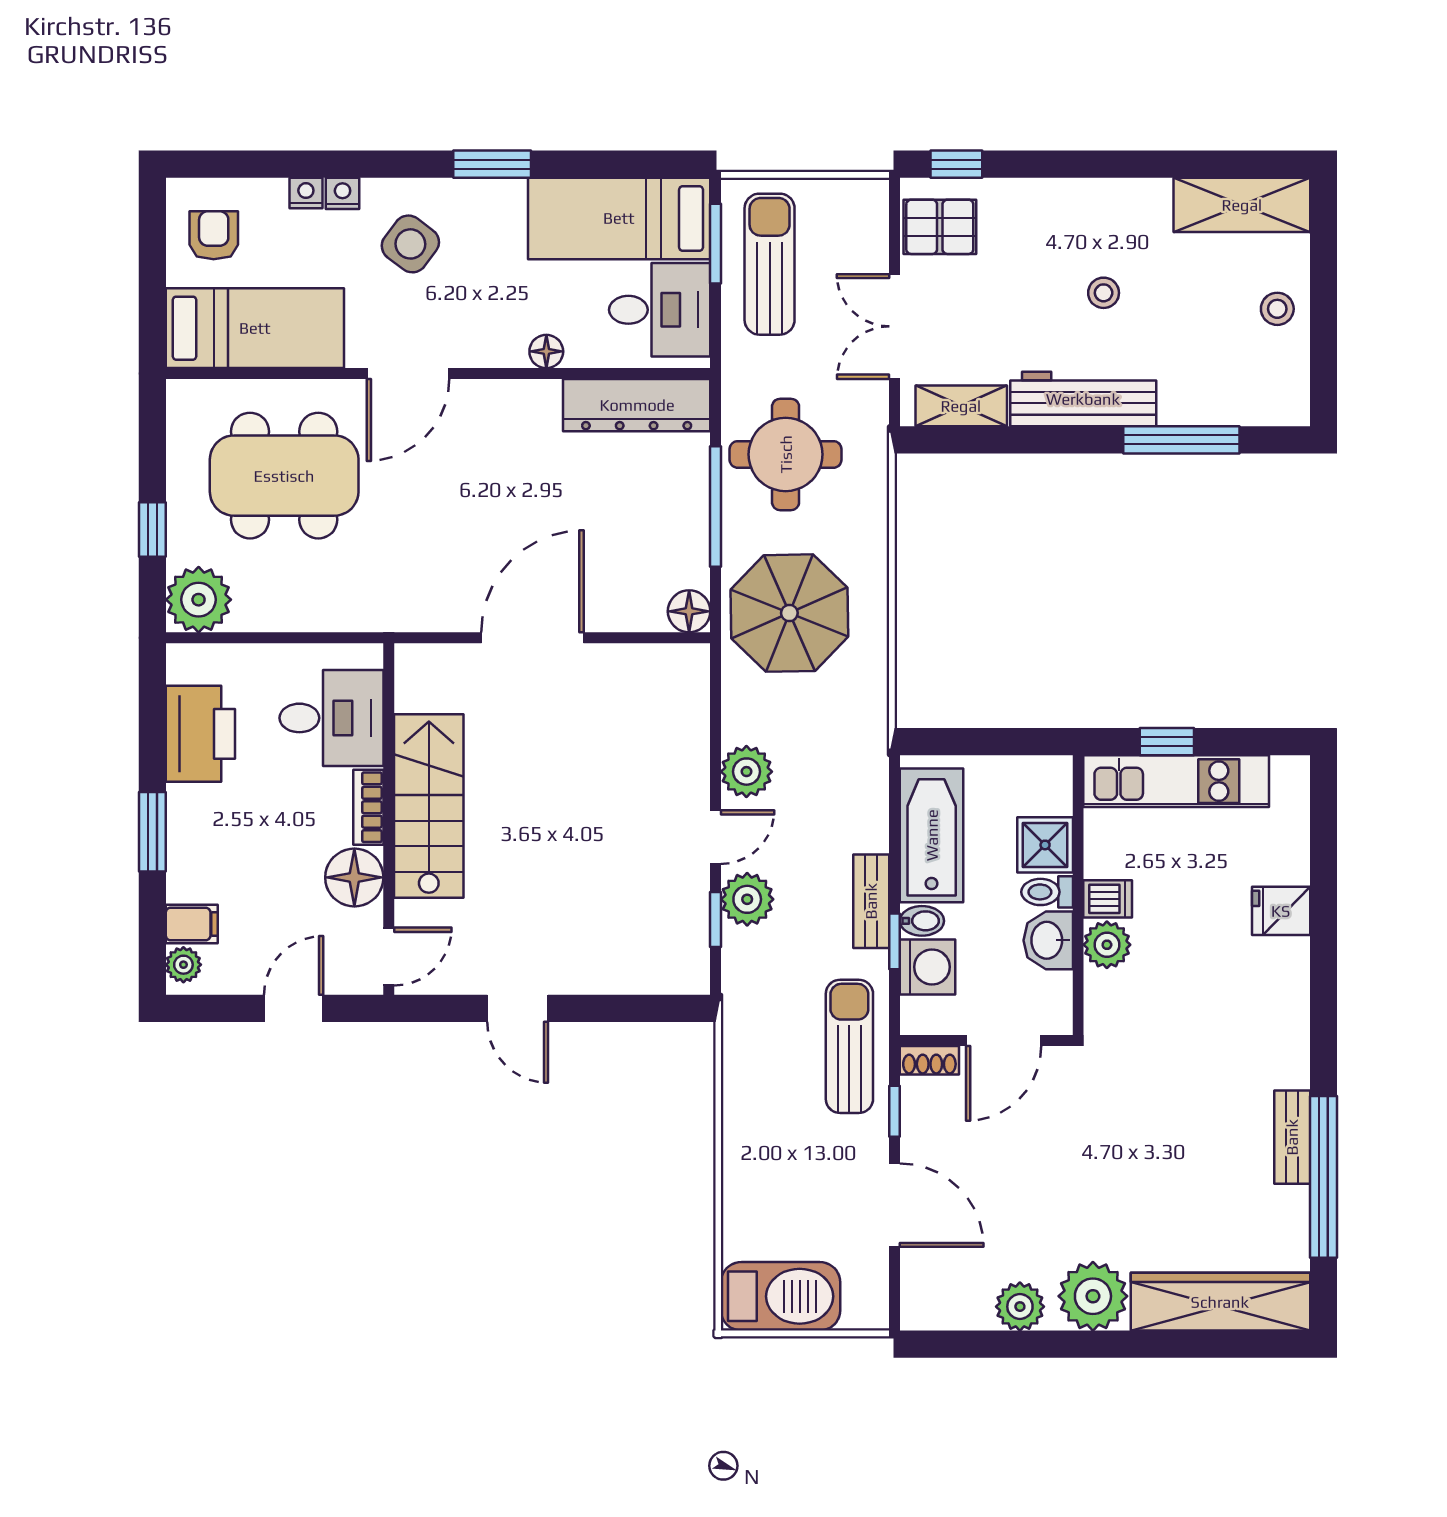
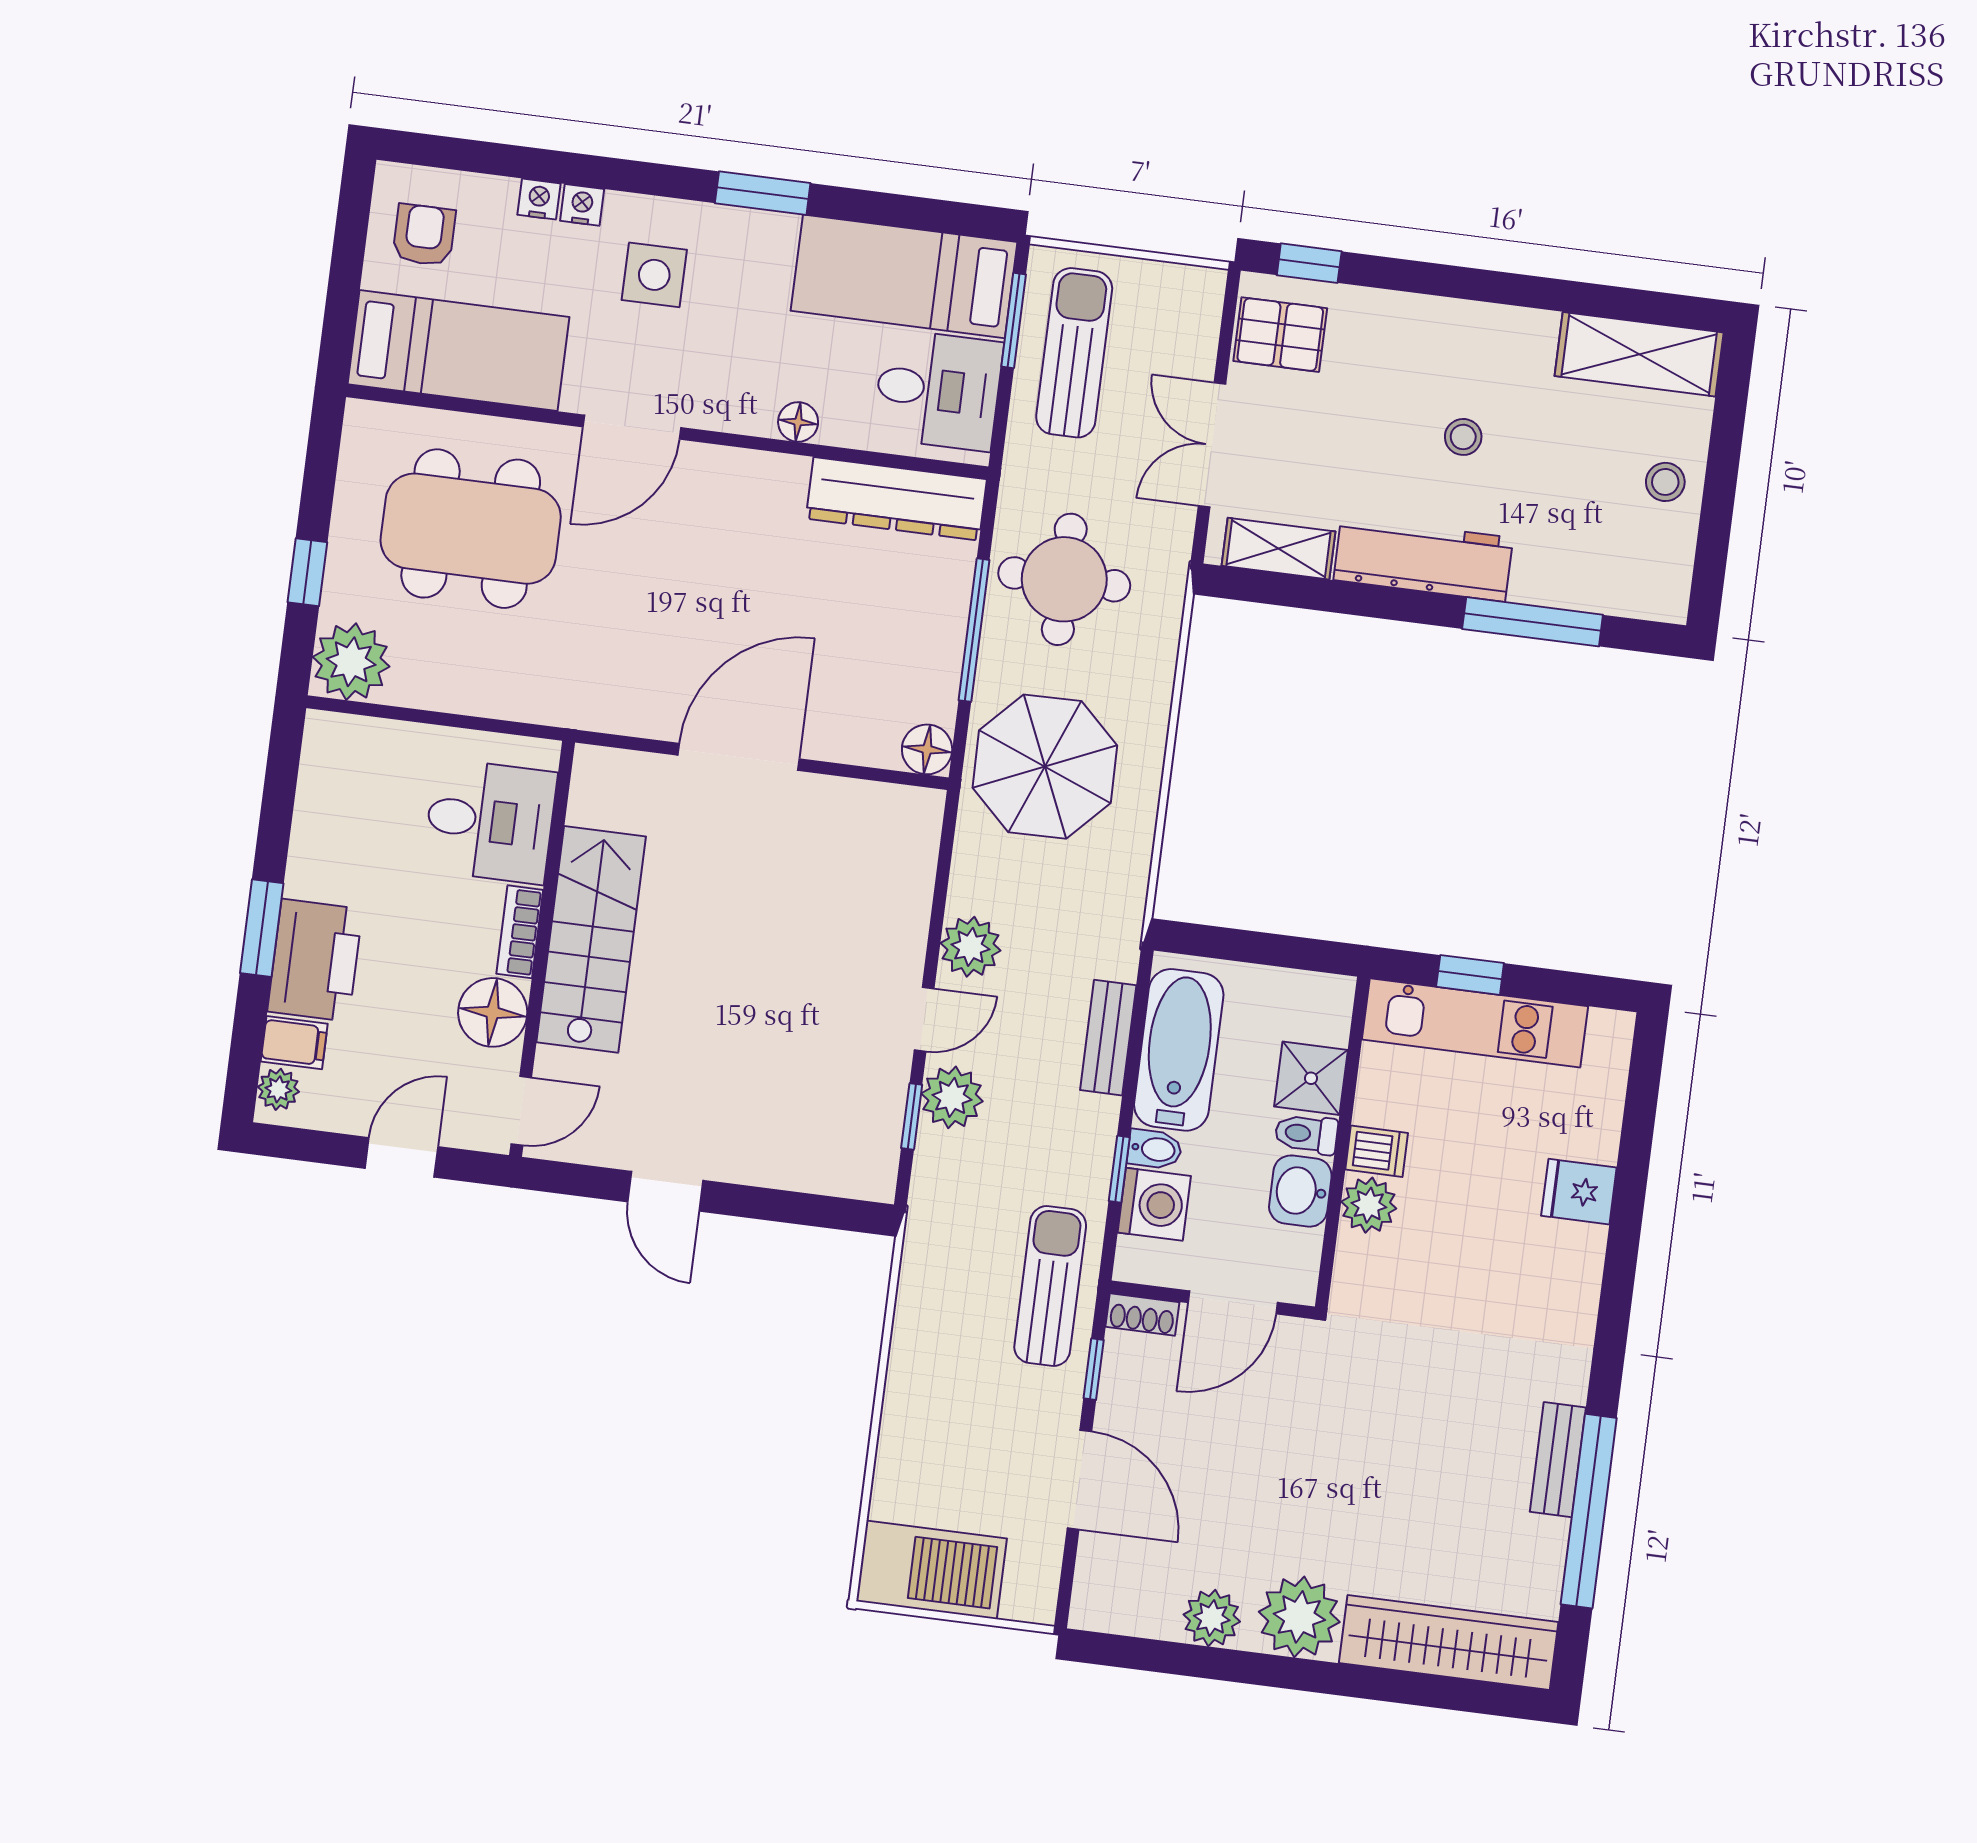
side table: (410, 244) -> (654, 275), turned -37
printer: (200, 734) -> (315, 960), moved
bench: (871, 901) -> (1108, 1038), moved

